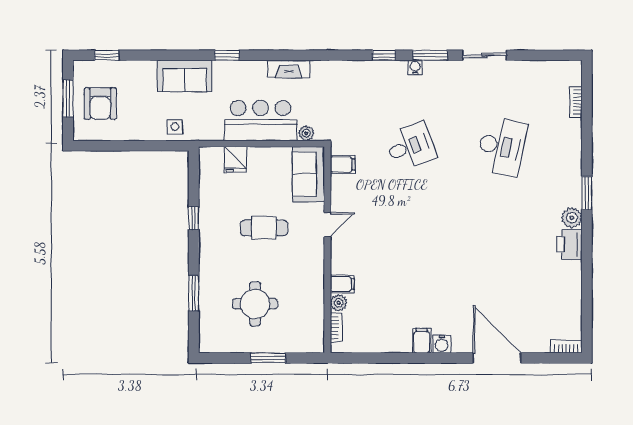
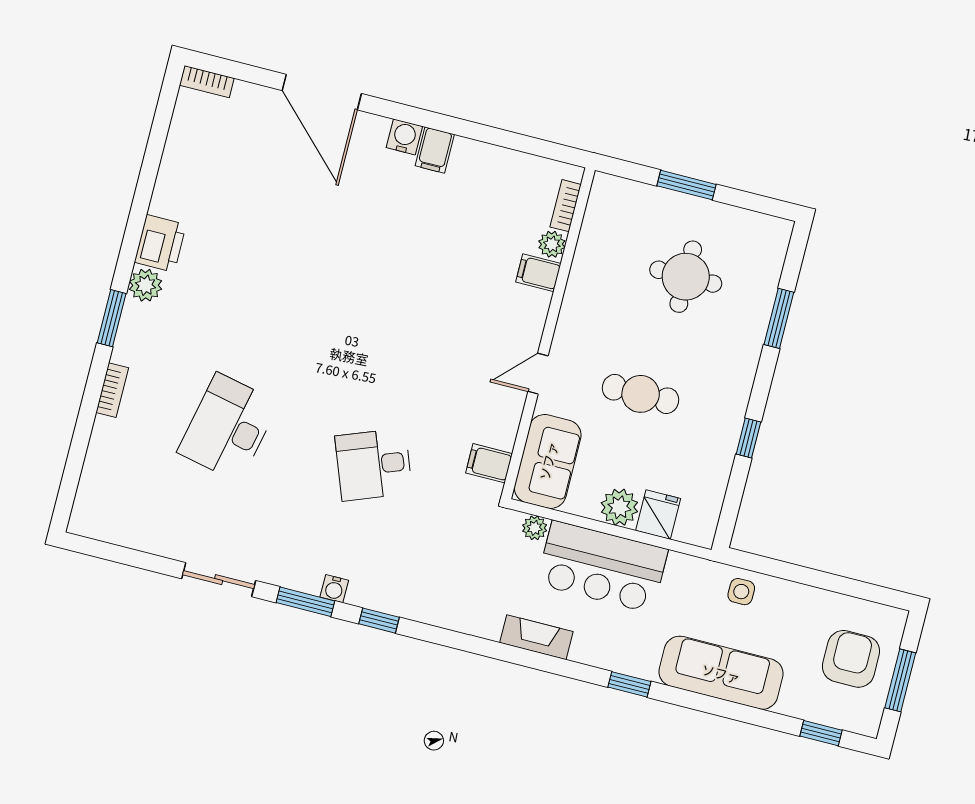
sofa: (184, 76) -> (721, 673), width x1.36
bookcase: (576, 102) -> (112, 390), moved
plant: (259, 158) -> (619, 507), added

